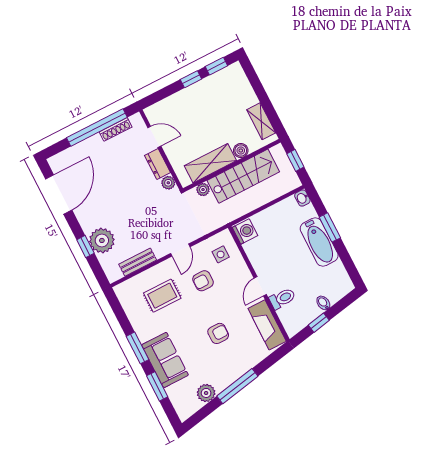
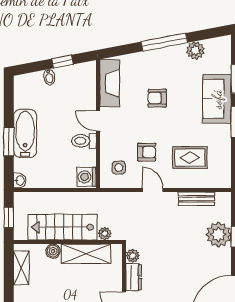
door: (180, 250) -> (153, 190), hinge flipped
door: (260, 286) -> (98, 121), swing flipped
toilet: (282, 298) -> (84, 141), moved

